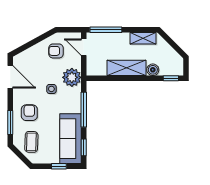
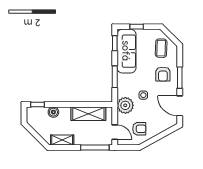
shelving: (126, 68) -> (88, 114), moved
window: (84, 110) -> (115, 77), width x0.69
window: (10, 122) -> (180, 78), moved

